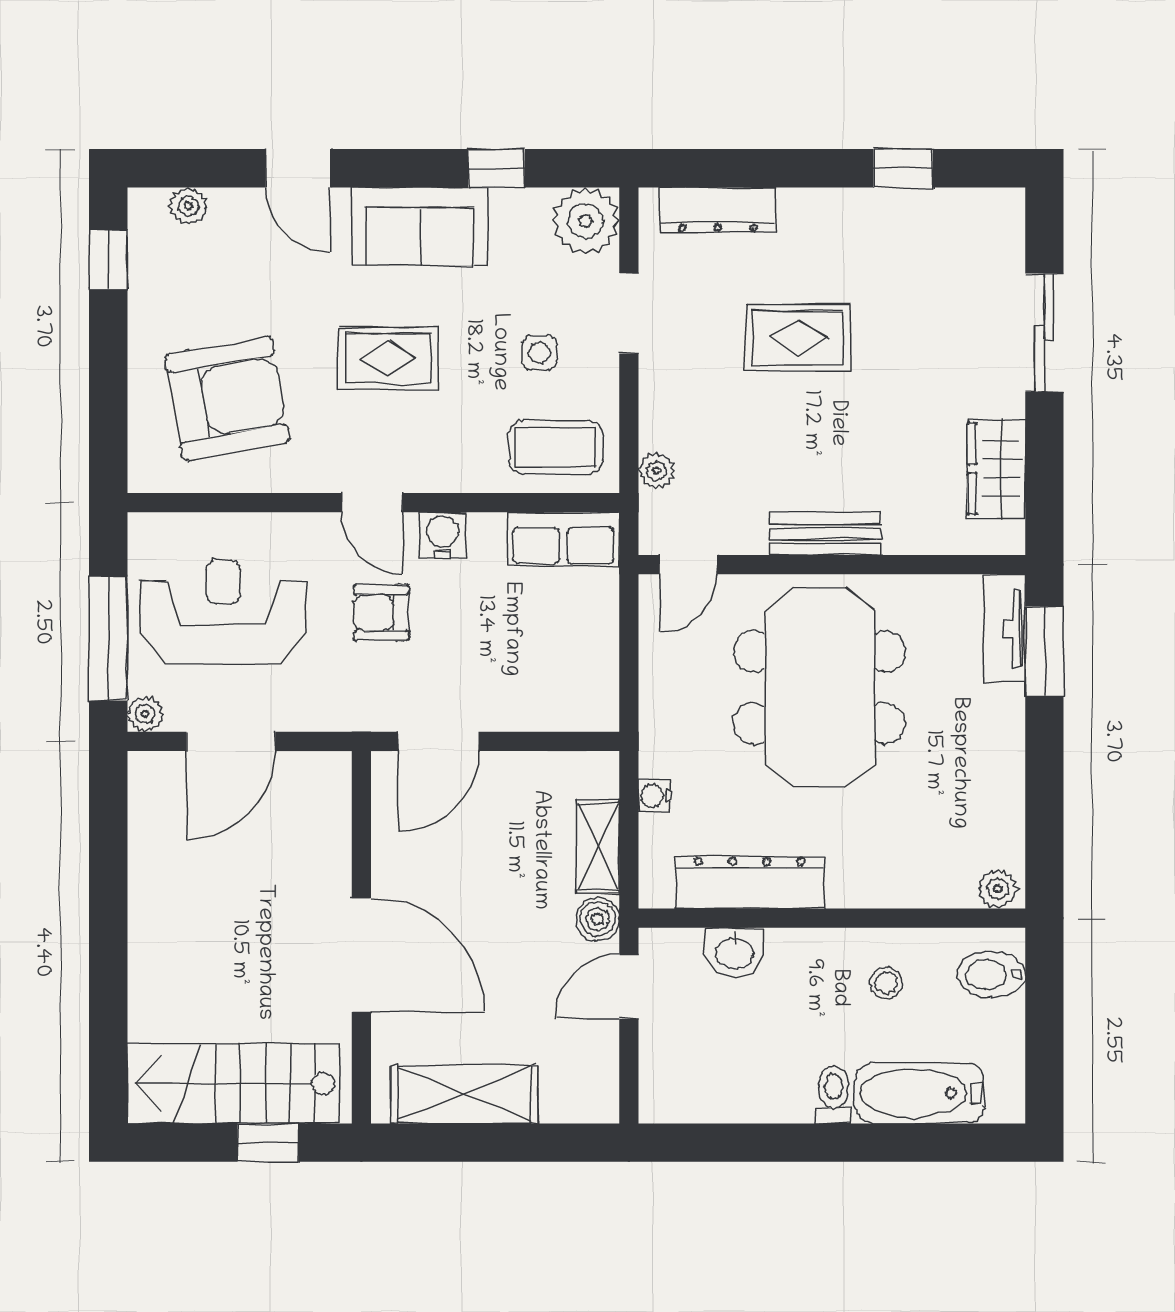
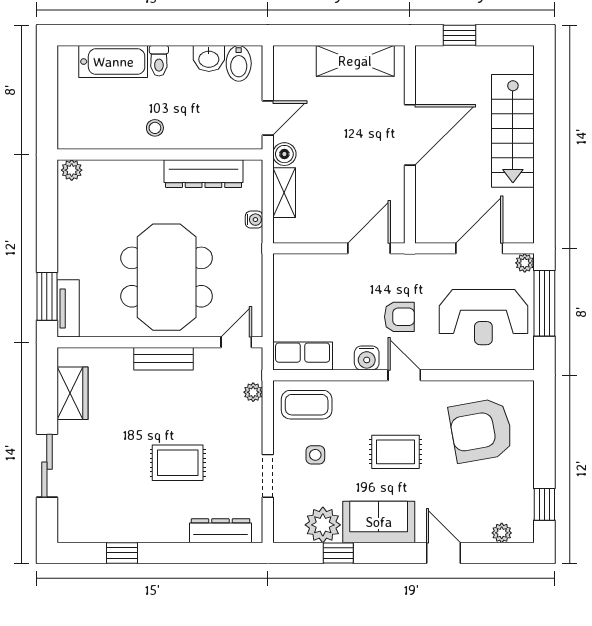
plant: (586, 221) -> (323, 525), moved
washbasin: (734, 952) -> (209, 58), moved, turned 180
door: (361, 955) -> (410, 135), swing flipped
bidet: (991, 974) -> (239, 63), moved, turned 90
stool: (886, 983) -> (155, 128), moved
stairs: (234, 1083) -> (513, 131), moved, turned 90

